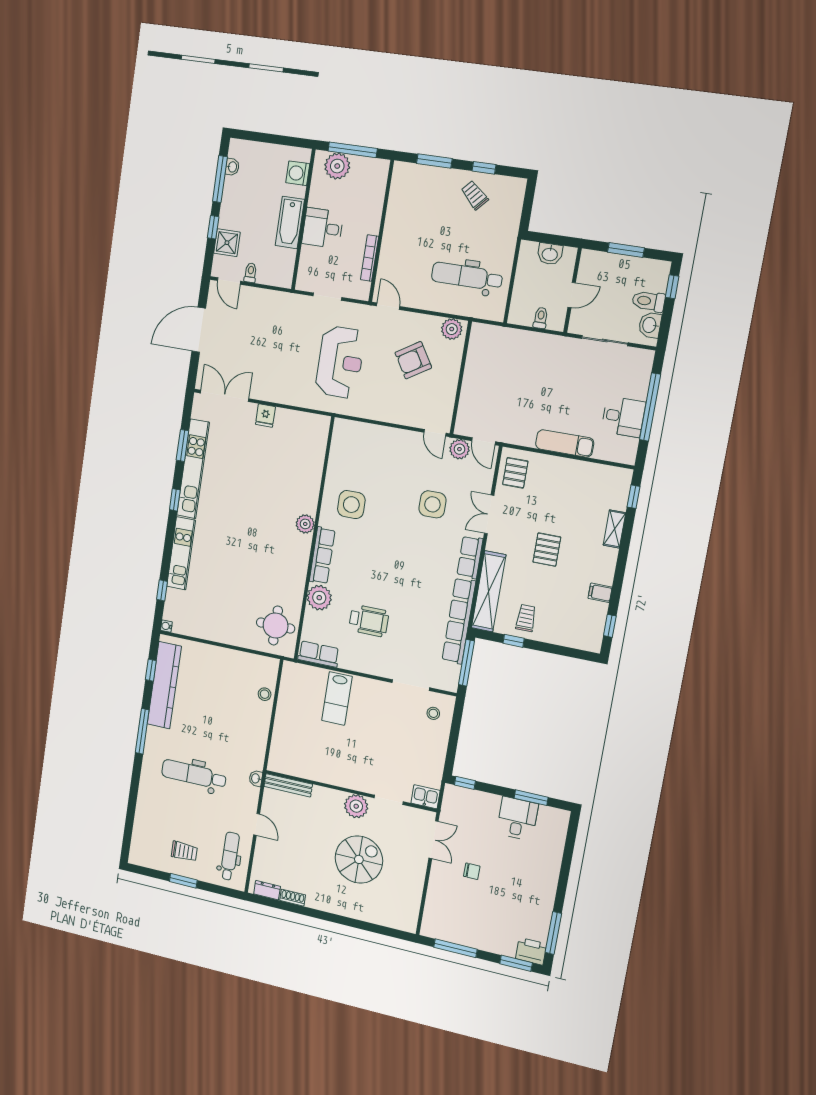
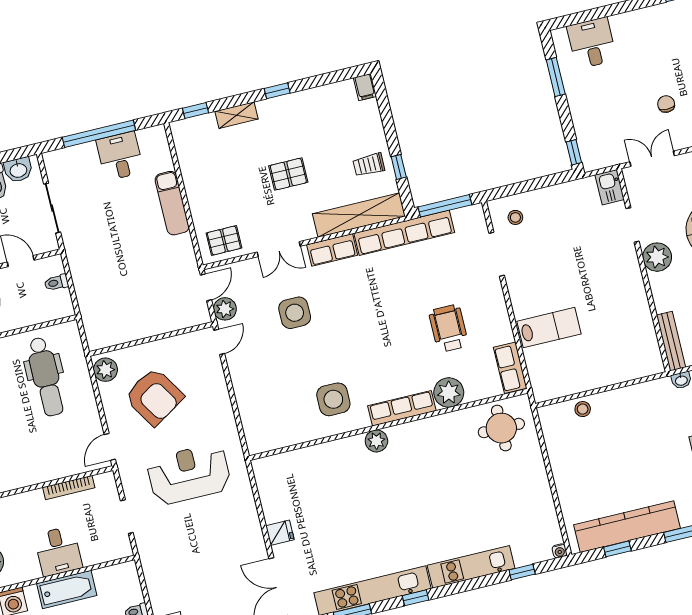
armchair: (413, 360) -> (154, 397), width x1.36, depth x1.36
filing cabinet: (600, 593) -> (365, 87), moved
window: (610, 626) -> (277, 91), moved
desk: (517, 819) -> (592, 43), moved, turned 90

